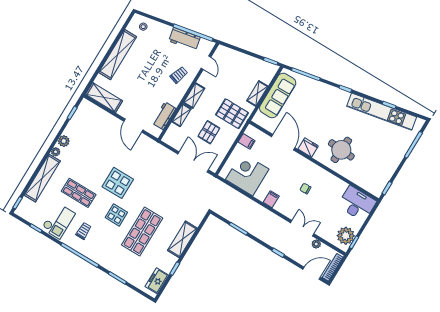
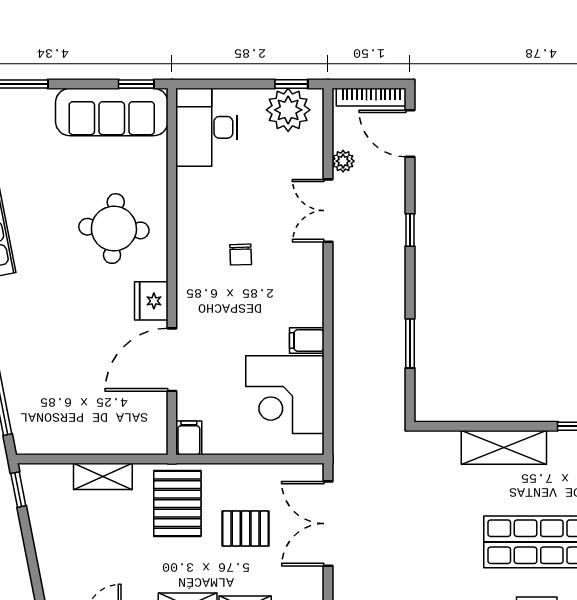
sofa: (278, 95) -> (112, 112), moved, turned 180
filing cabinet: (247, 141) -> (189, 438), moved
filing cabinet: (271, 199) -> (307, 341), moved

